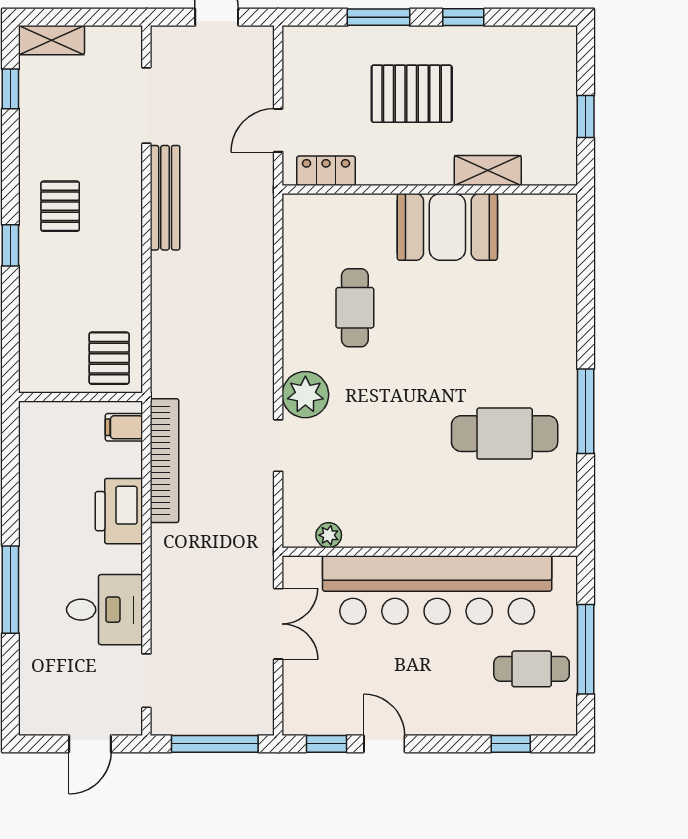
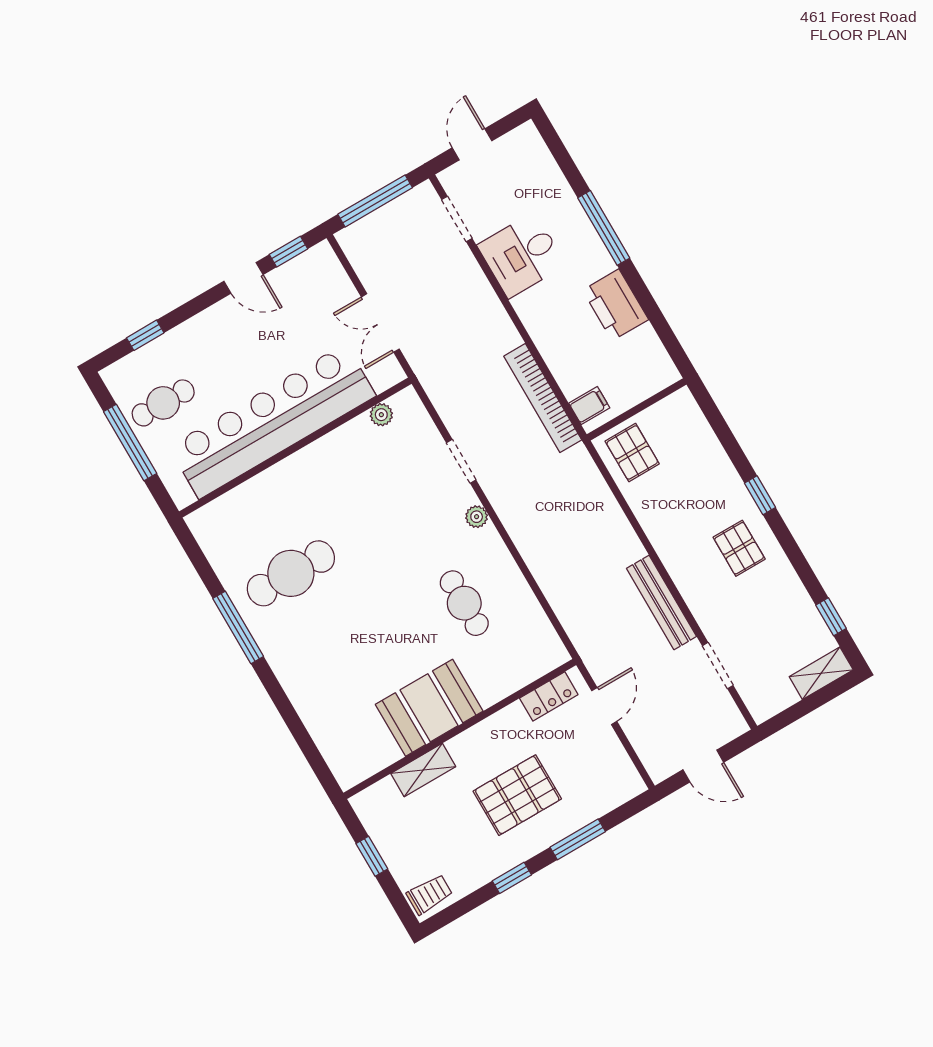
trolley: (552, 48) -> (429, 894), added
doorway: (146, 106) -> (718, 666), width x0.73
plant: (305, 395) -> (477, 517), width x0.53, depth x0.53
printer: (119, 511) -> (616, 305), moved, turned 180

